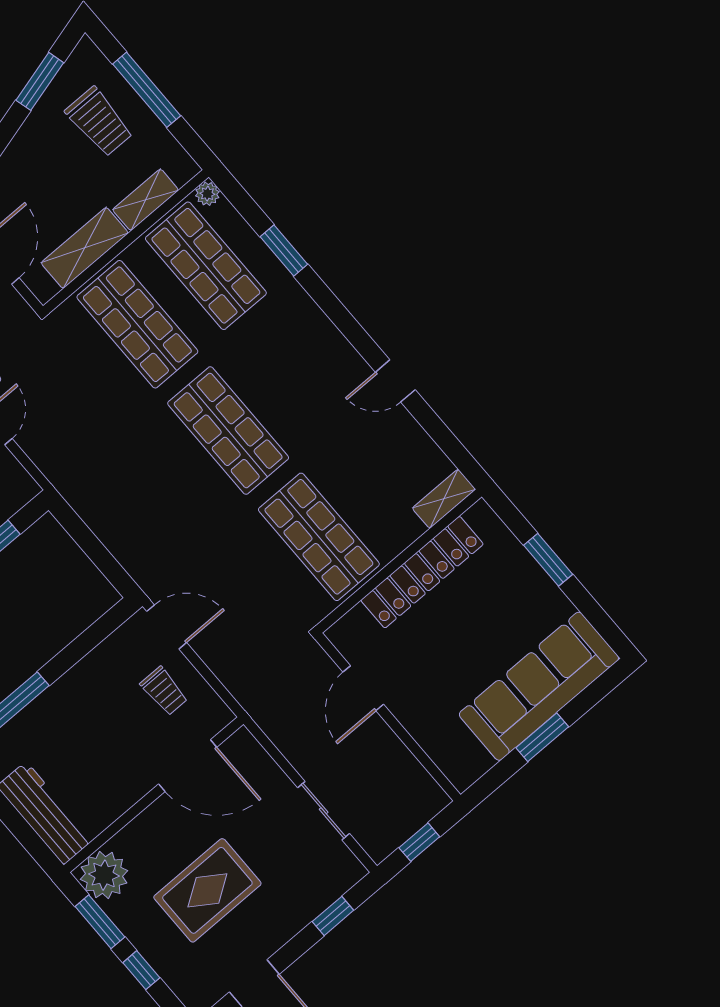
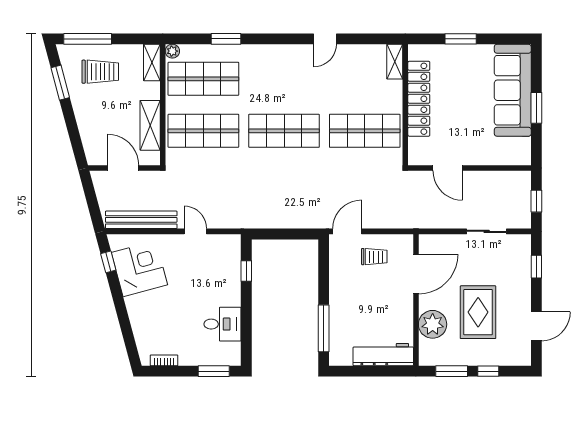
window: (147, 90) -> (88, 39), moved
shelving: (146, 200) -> (152, 62), moved
plant: (104, 875) -> (433, 324), moved

